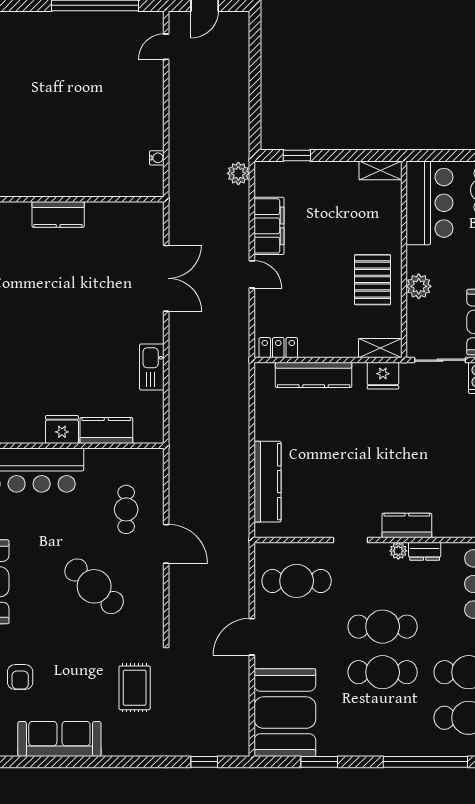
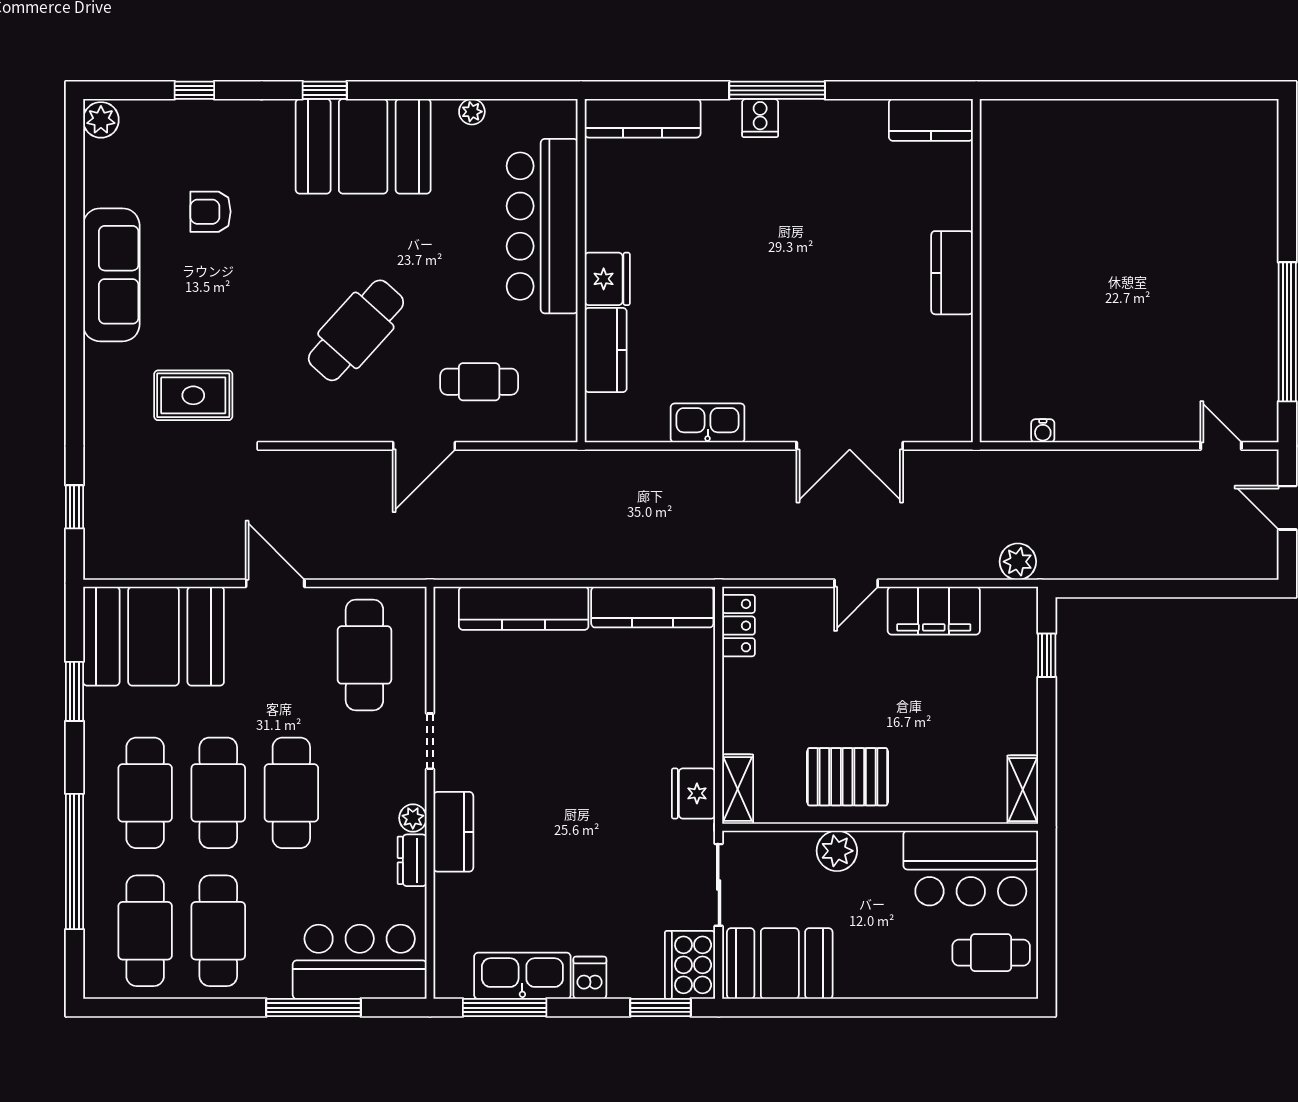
kitchen counter: (314, 375) -> (652, 607), moved, turned -90
cafe table: (383, 718) -> (145, 793), added

